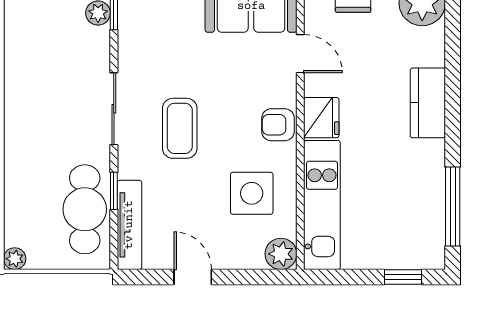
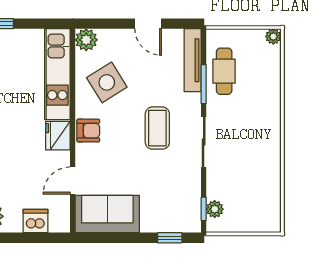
door: (300, 54) -> (73, 180), hinge flipped
window: (114, 191) -> (204, 84), width x1.50
side table: (252, 193) -> (107, 82), turned -32
cafe table: (85, 209) -> (224, 71), width x0.73, depth x0.74

